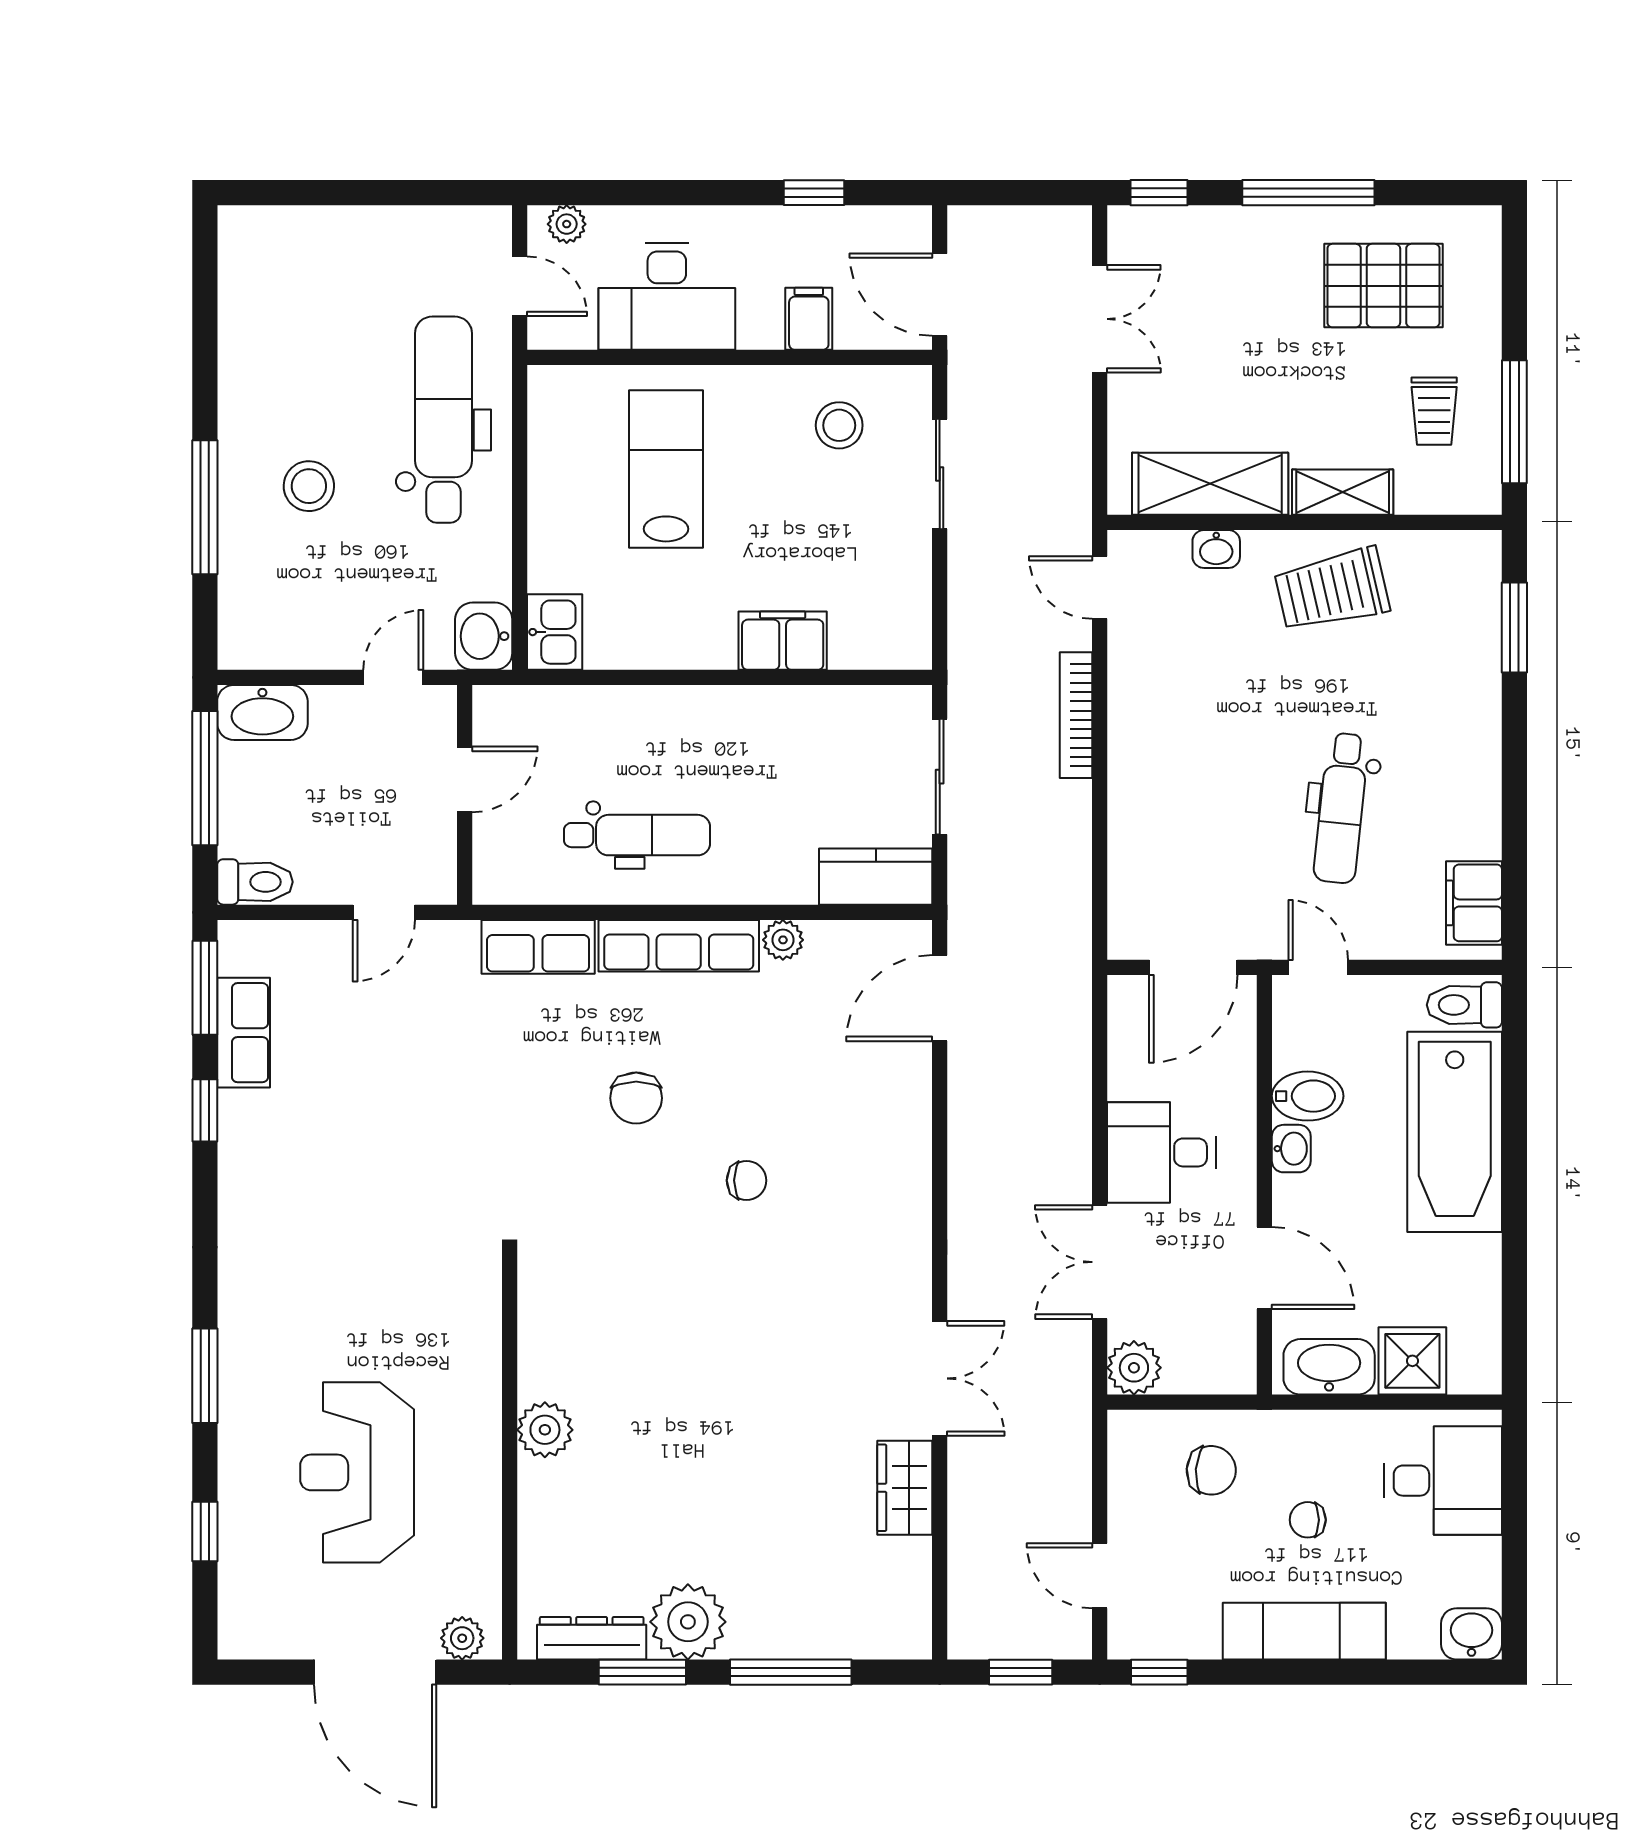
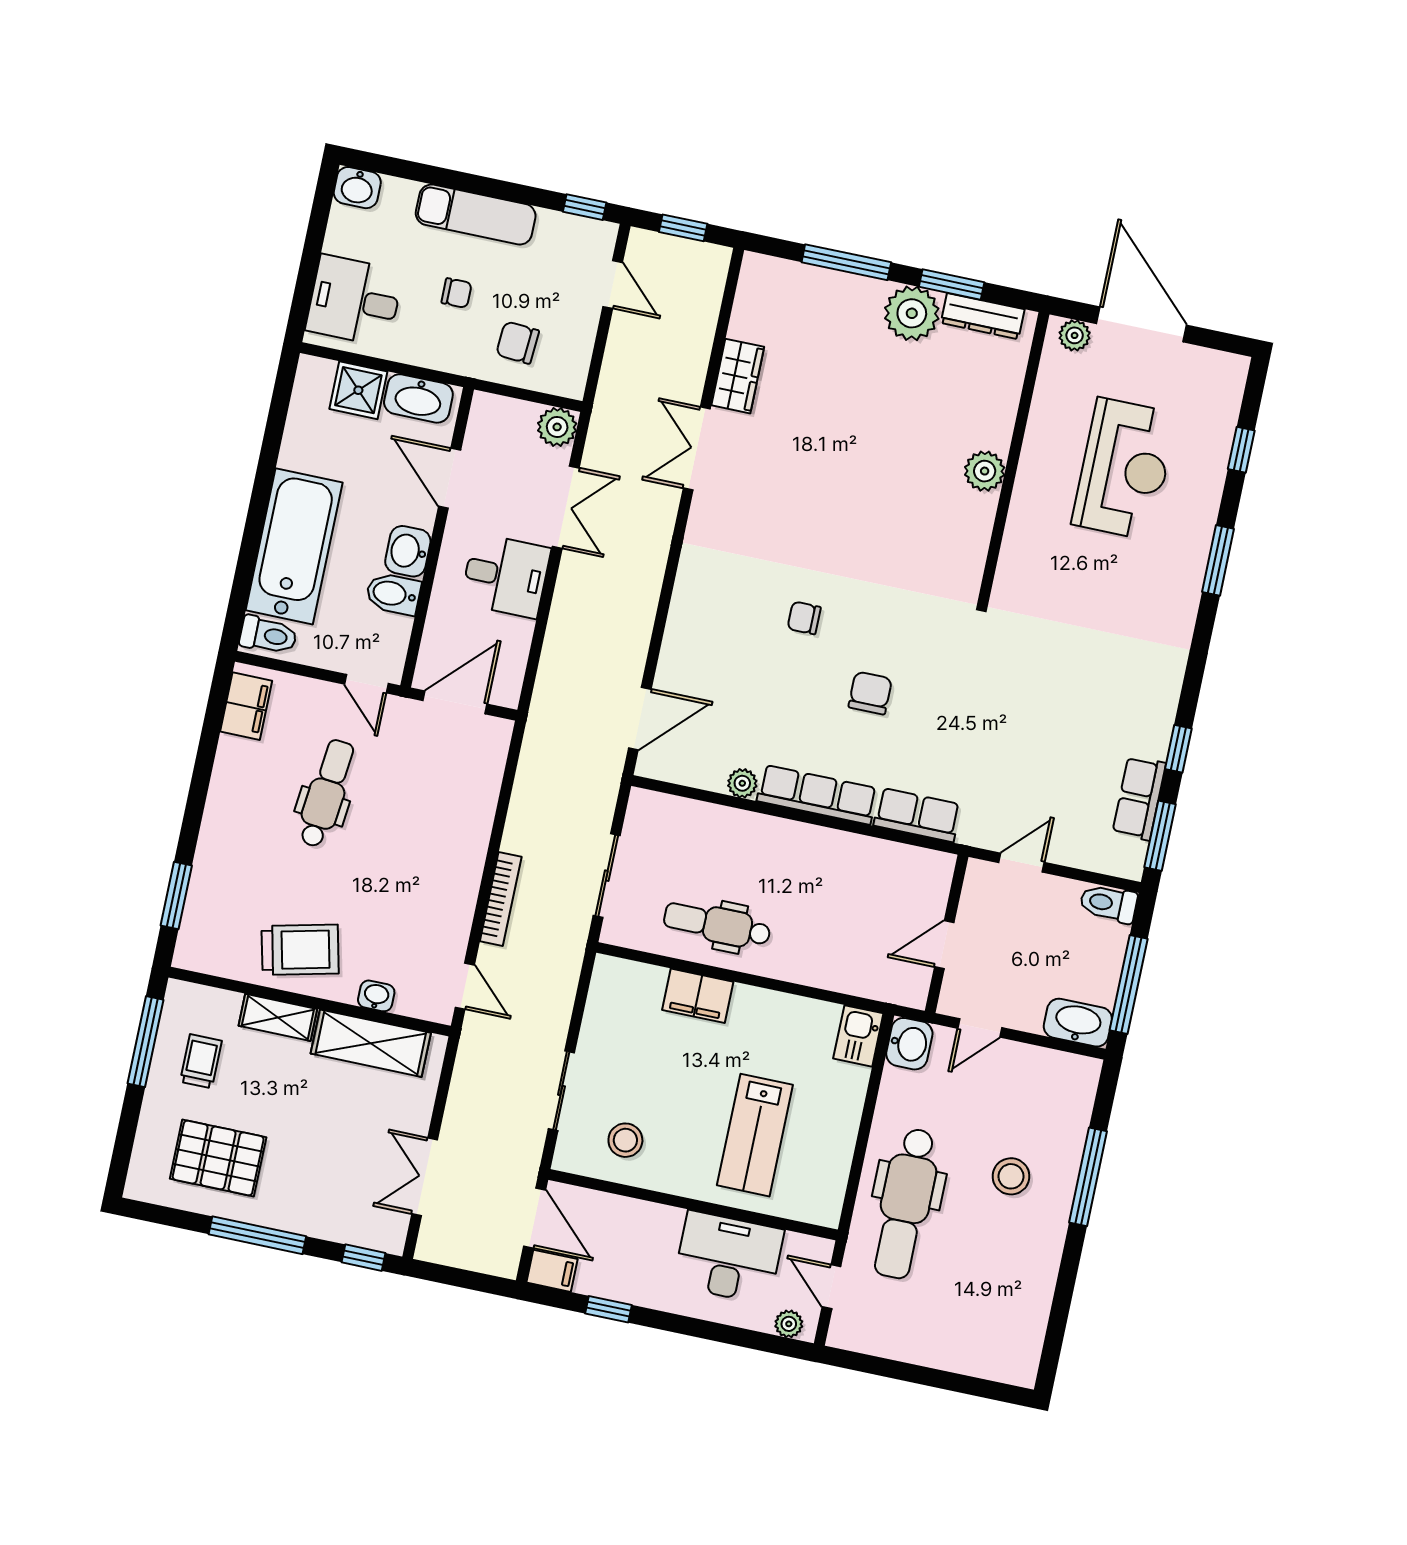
filing cabinet: (809, 319) -> (552, 1271), moved, turned -90
dental chair: (637, 835) -> (717, 925), moved
kitchen counter: (876, 877) -> (667, 814), removed
washbasin: (1291, 1149) -> (408, 551), width x1.38, depth x1.45

